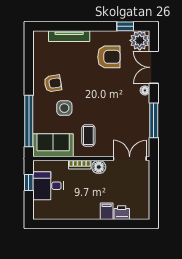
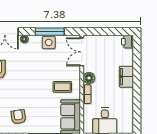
side table: (64, 108) -> (49, 42), moved
filing cabinet: (107, 211) -> (126, 77), width x2.00
printer: (122, 213) -> (127, 42), moved

